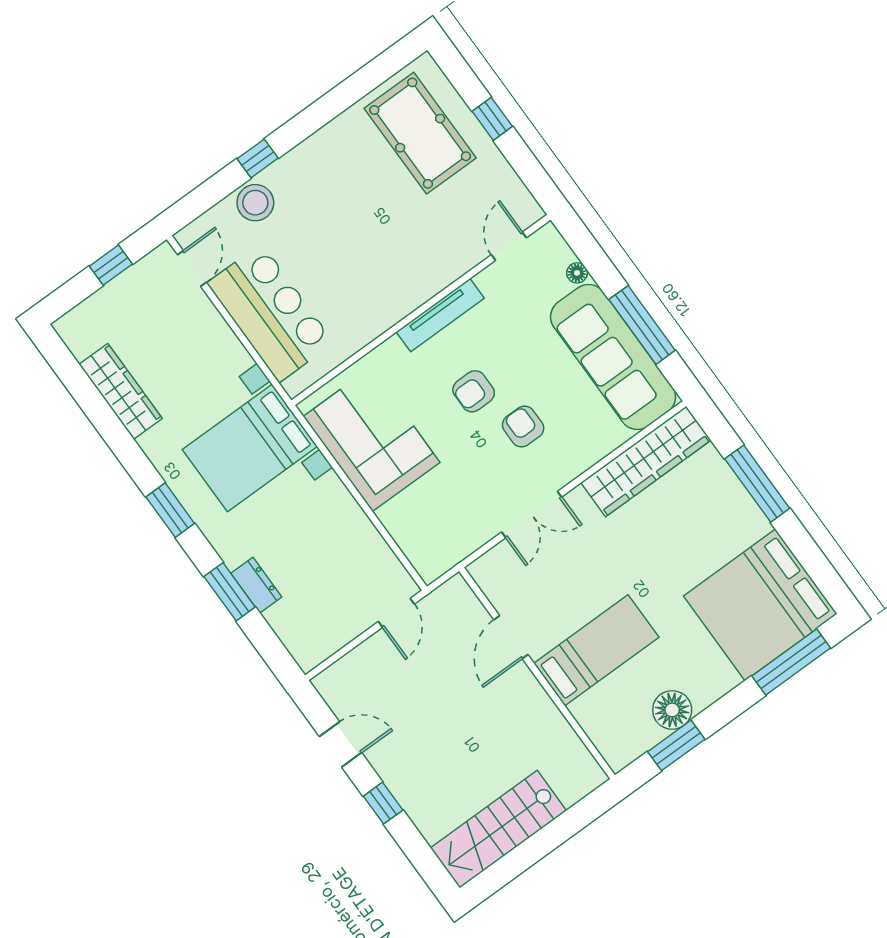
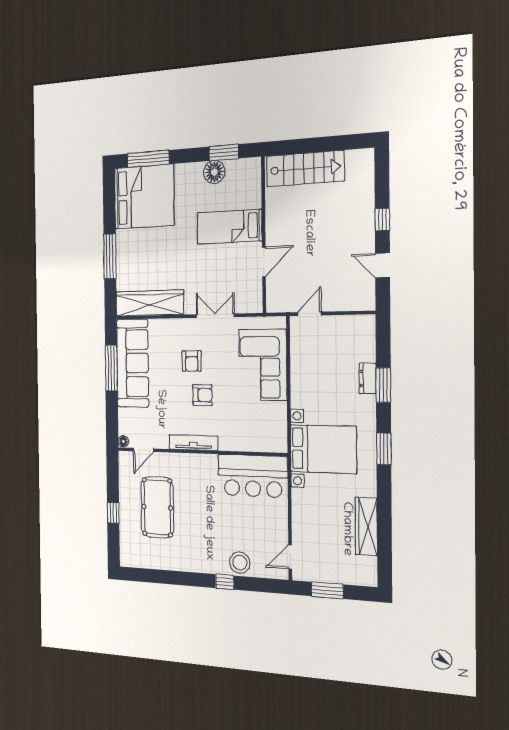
pool table: (420, 133) -> (157, 507), moved
window: (111, 265) -> (327, 590), width x1.50
floor lamp: (577, 273) -> (123, 441), moved
bar counter: (270, 313) -> (253, 476), moved, turned -90
corner sofa: (372, 439) -> (263, 365), moved
stairs: (498, 829) -> (305, 169), moved

